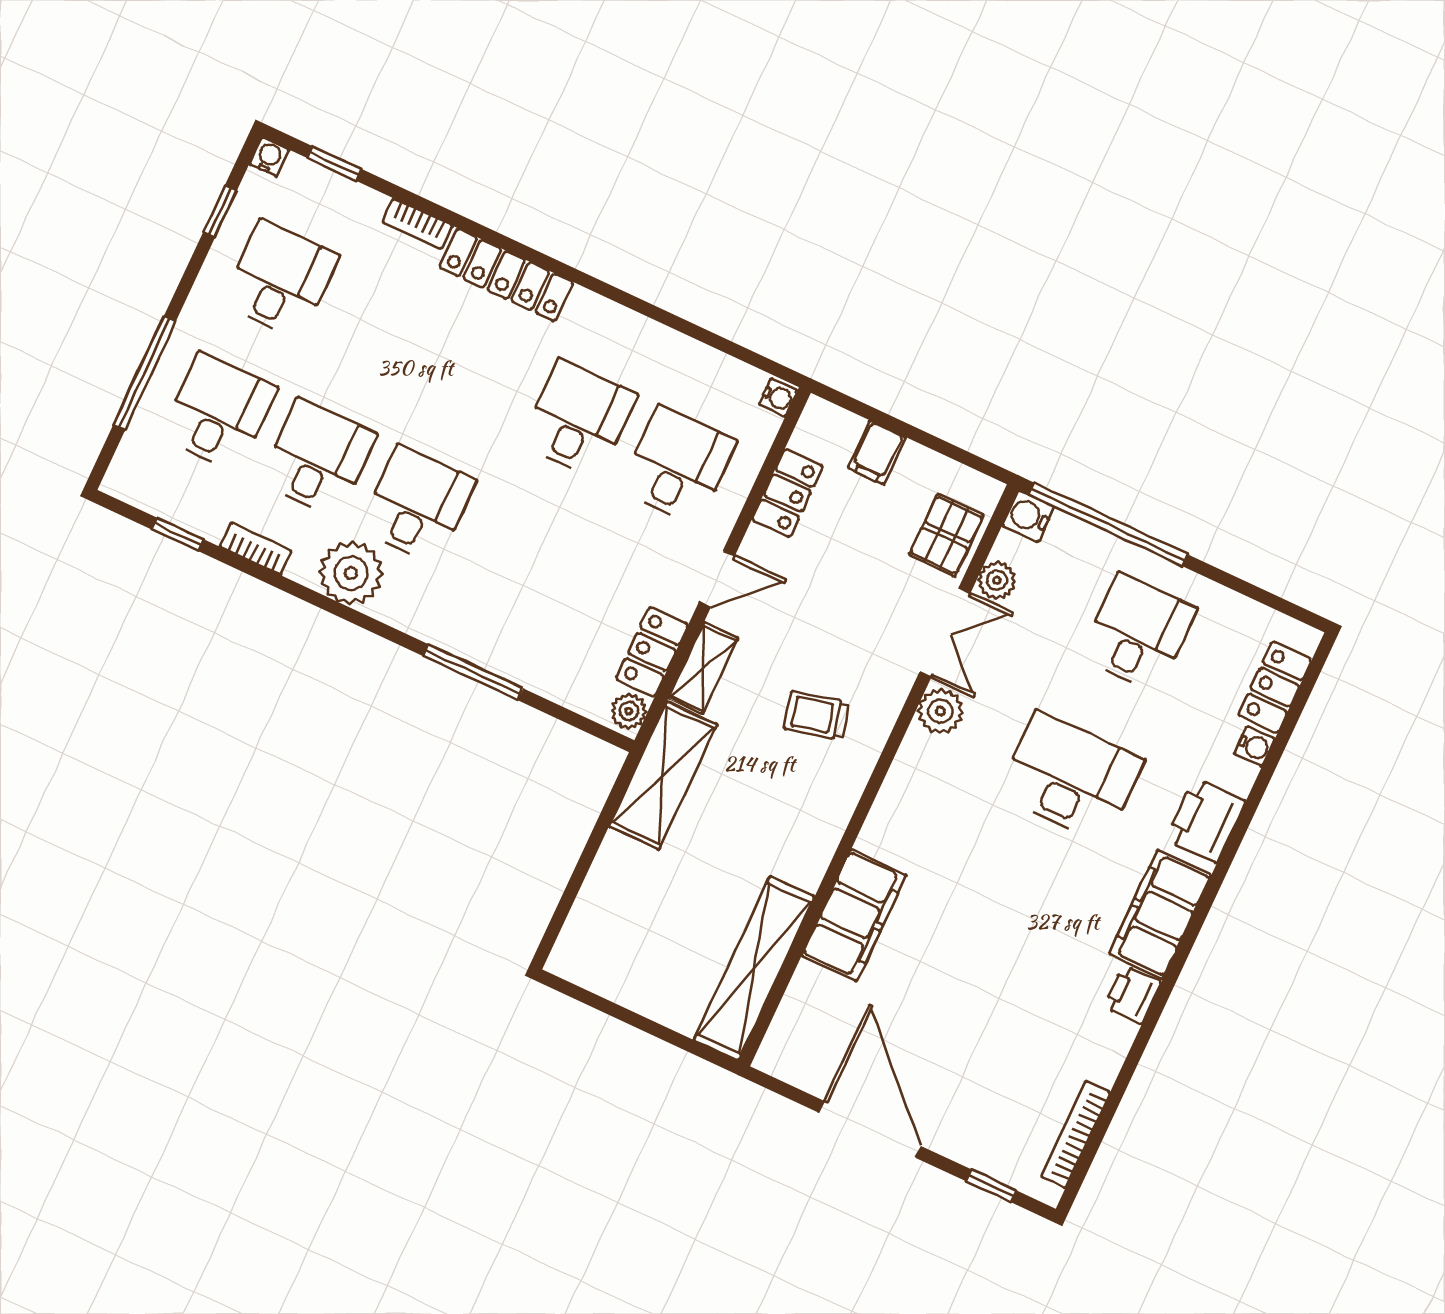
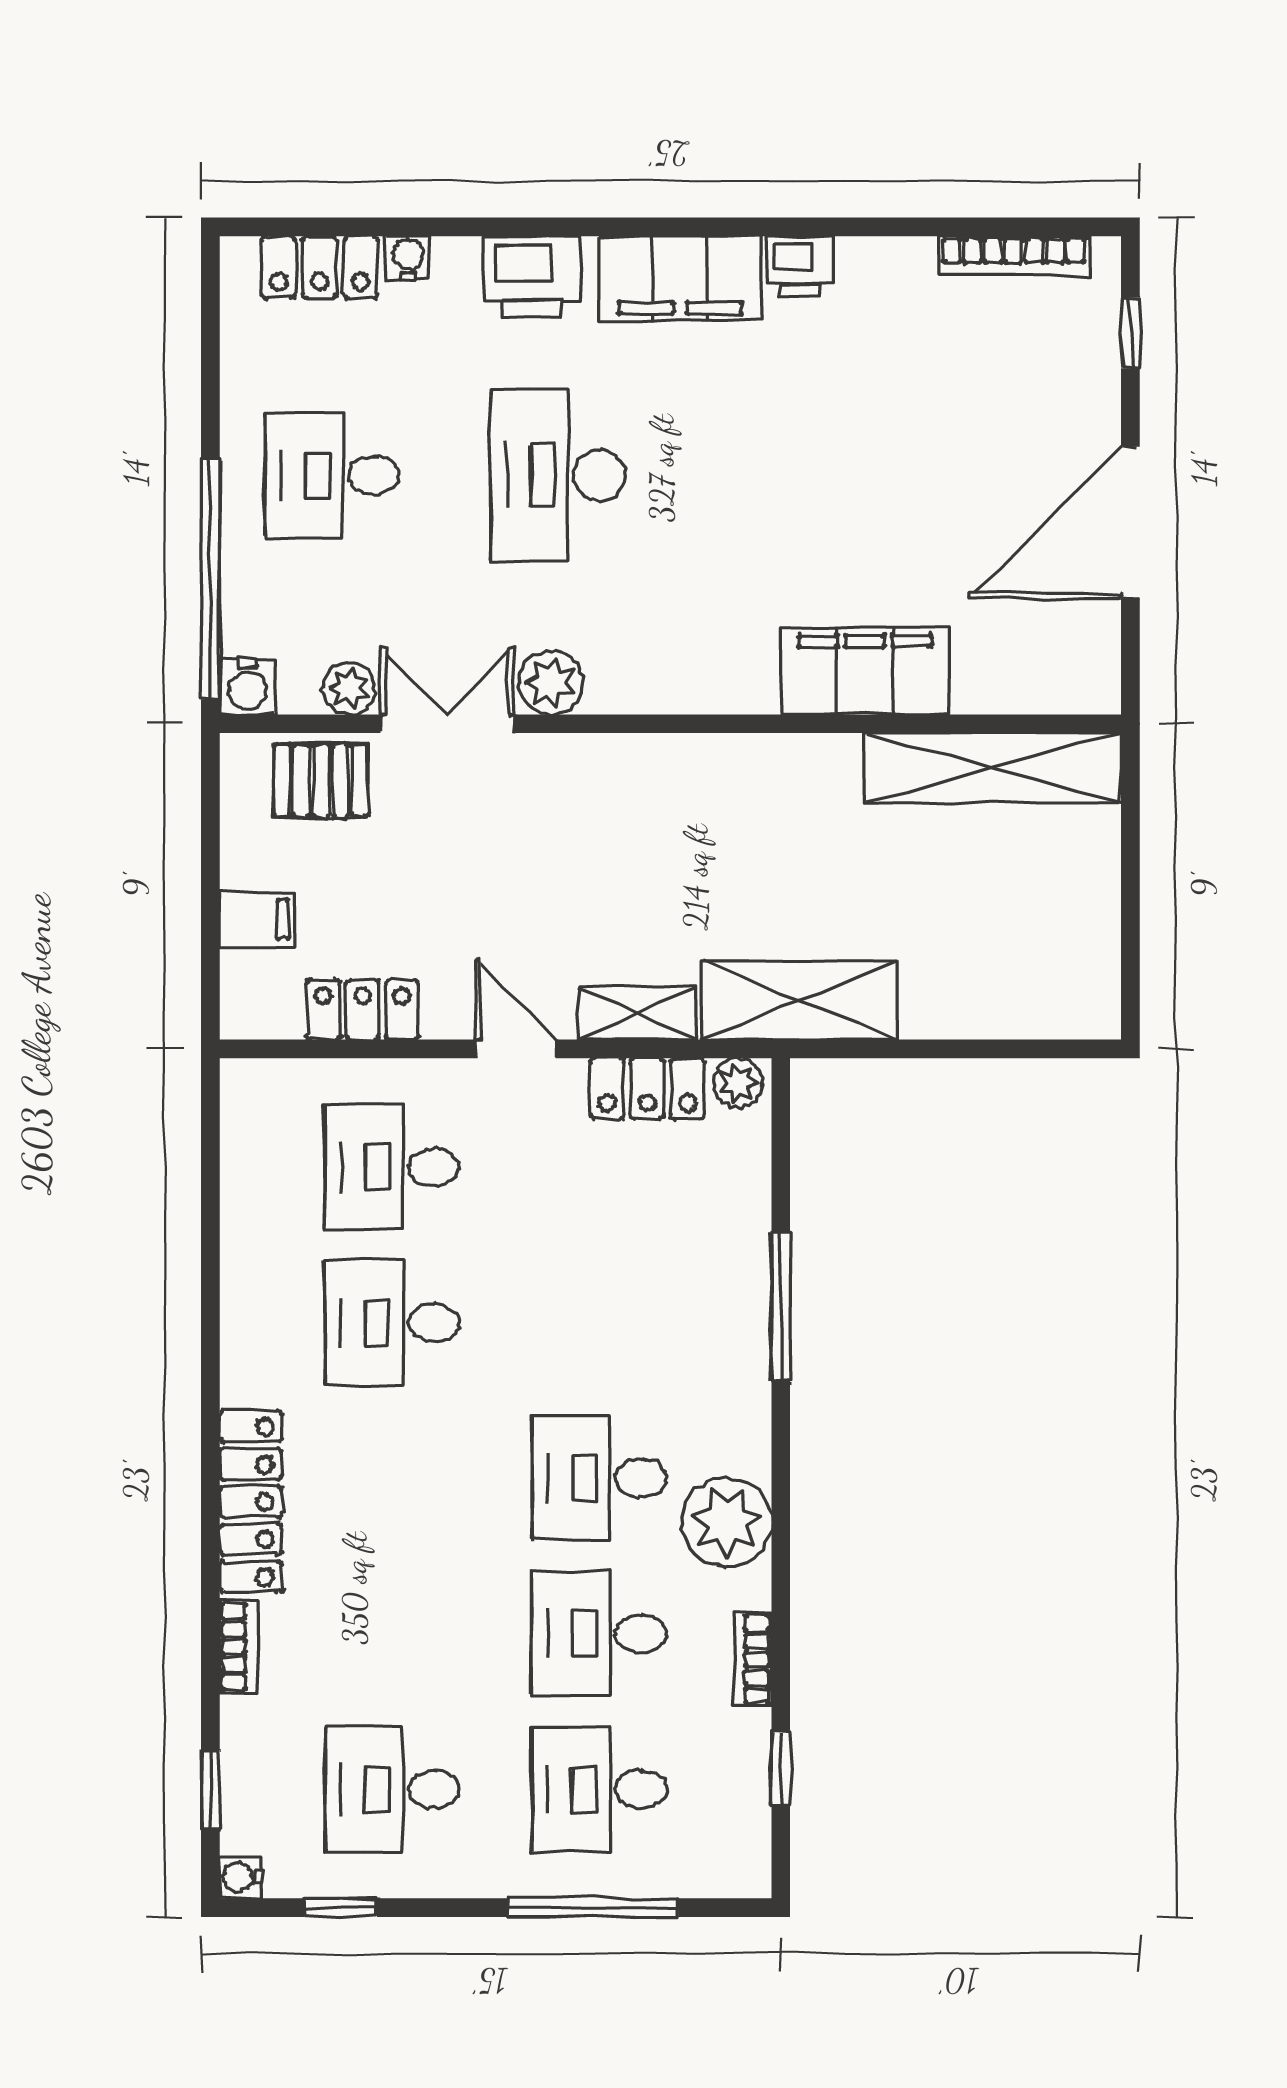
water cooler: (778, 397) -> (245, 1079), removed
trolley: (817, 716) -> (631, 839), removed

